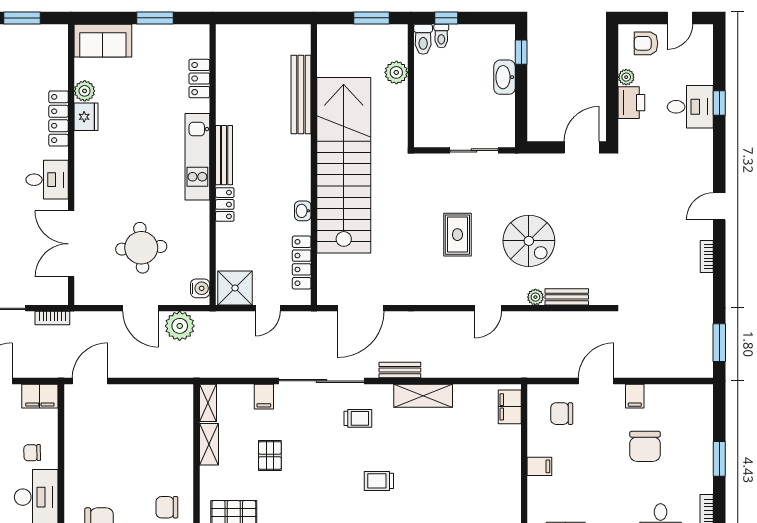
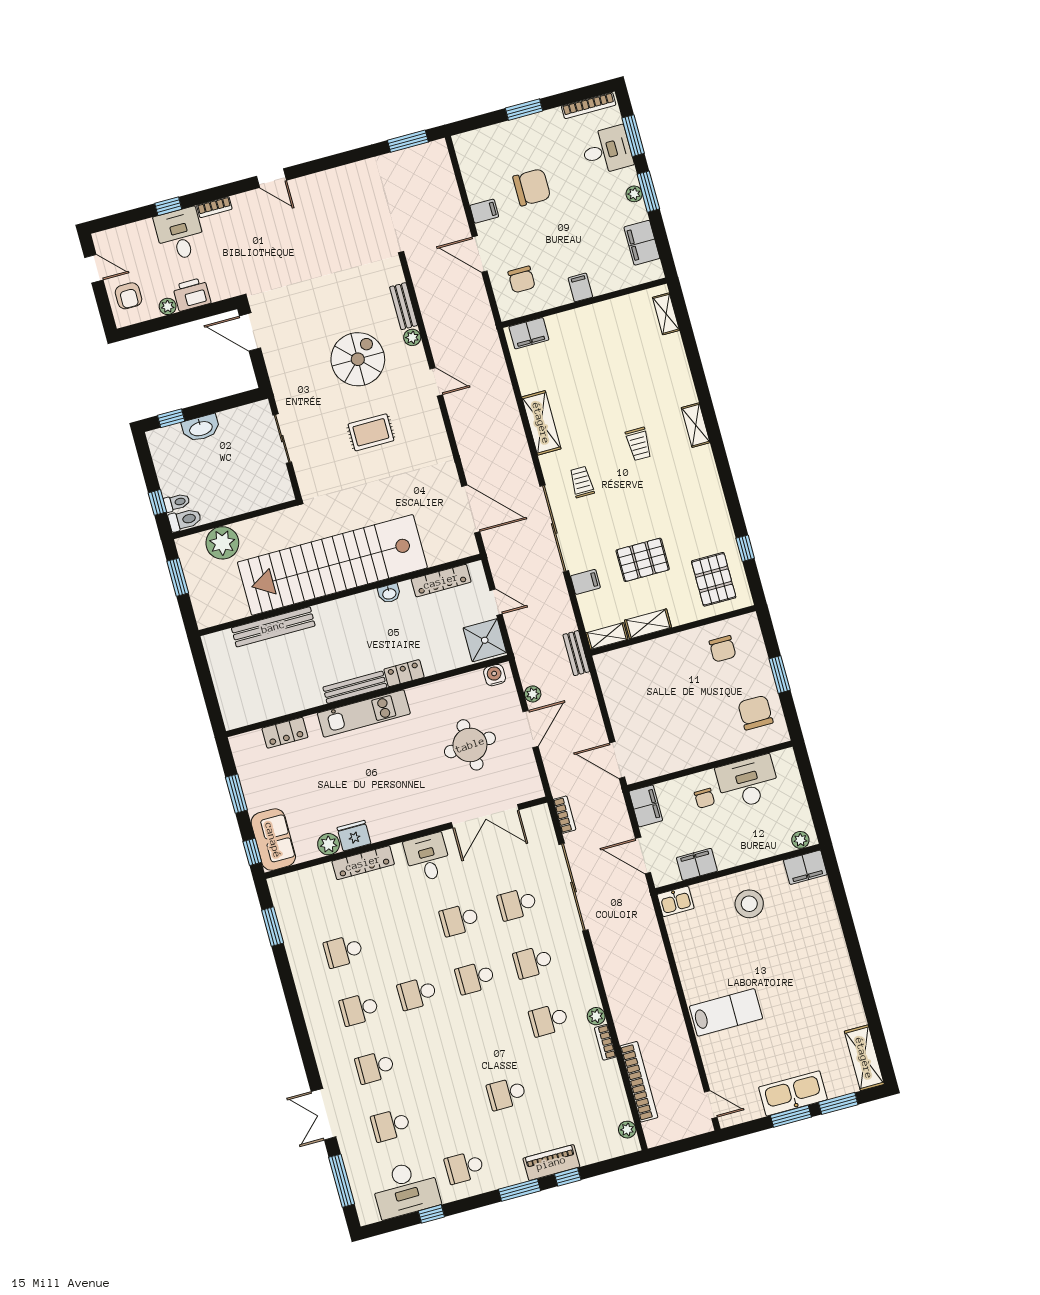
window: (97, 18) -> (252, 852), added
plant: (396, 72) -> (222, 543), width x1.36, depth x1.36
bookcase: (707, 257) -> (214, 207), moved
plant: (180, 326) -> (533, 694), width x0.53, depth x0.53
bench: (400, 370) -> (576, 653), moved
pallet: (270, 455) -> (643, 560), width x1.50, depth x1.42

